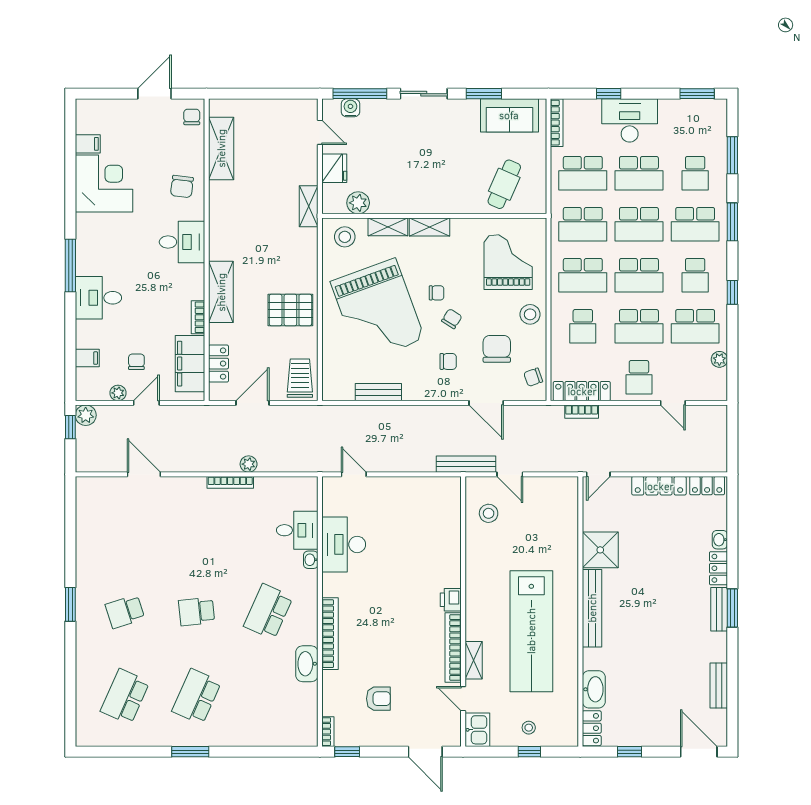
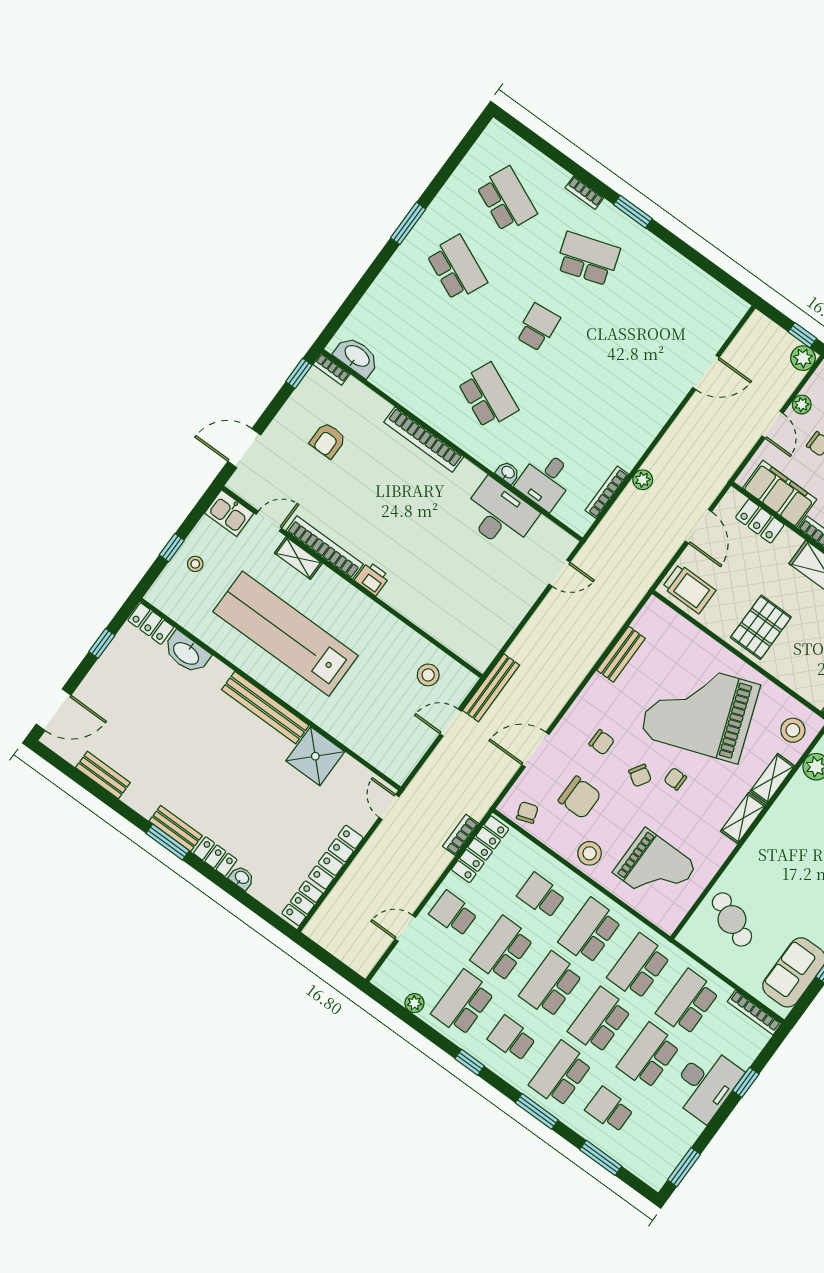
chair: (437, 293) -> (675, 779), turned 90
chair: (448, 361) -> (602, 742), turned -90
bookcase: (230, 482) -> (607, 492), moved
school desk: (125, 612) -> (588, 259), width x1.85
bookcase: (82, 647) -> (584, 193), added
washbasin: (307, 664) -> (357, 357), moved

